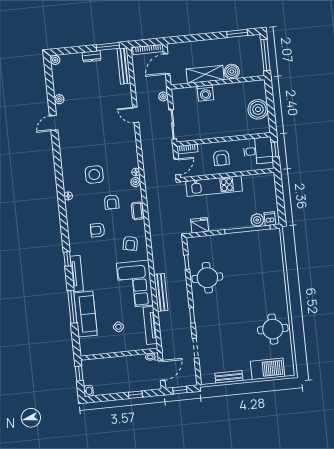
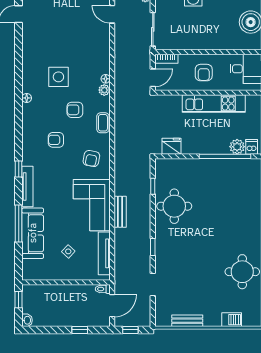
kitchen unit: (214, 186) -> (214, 104), moved
armchair: (112, 202) -> (75, 110), turned 90
bench: (161, 292) -> (120, 212), width x0.73
barbecue: (268, 369) -> (232, 320), width x0.53, depth x0.65

